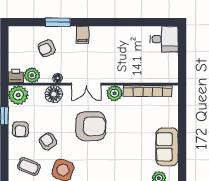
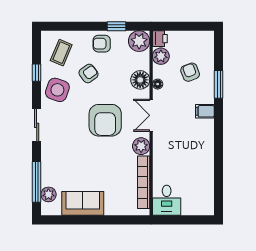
desk: (164, 39) -> (167, 200), moved

